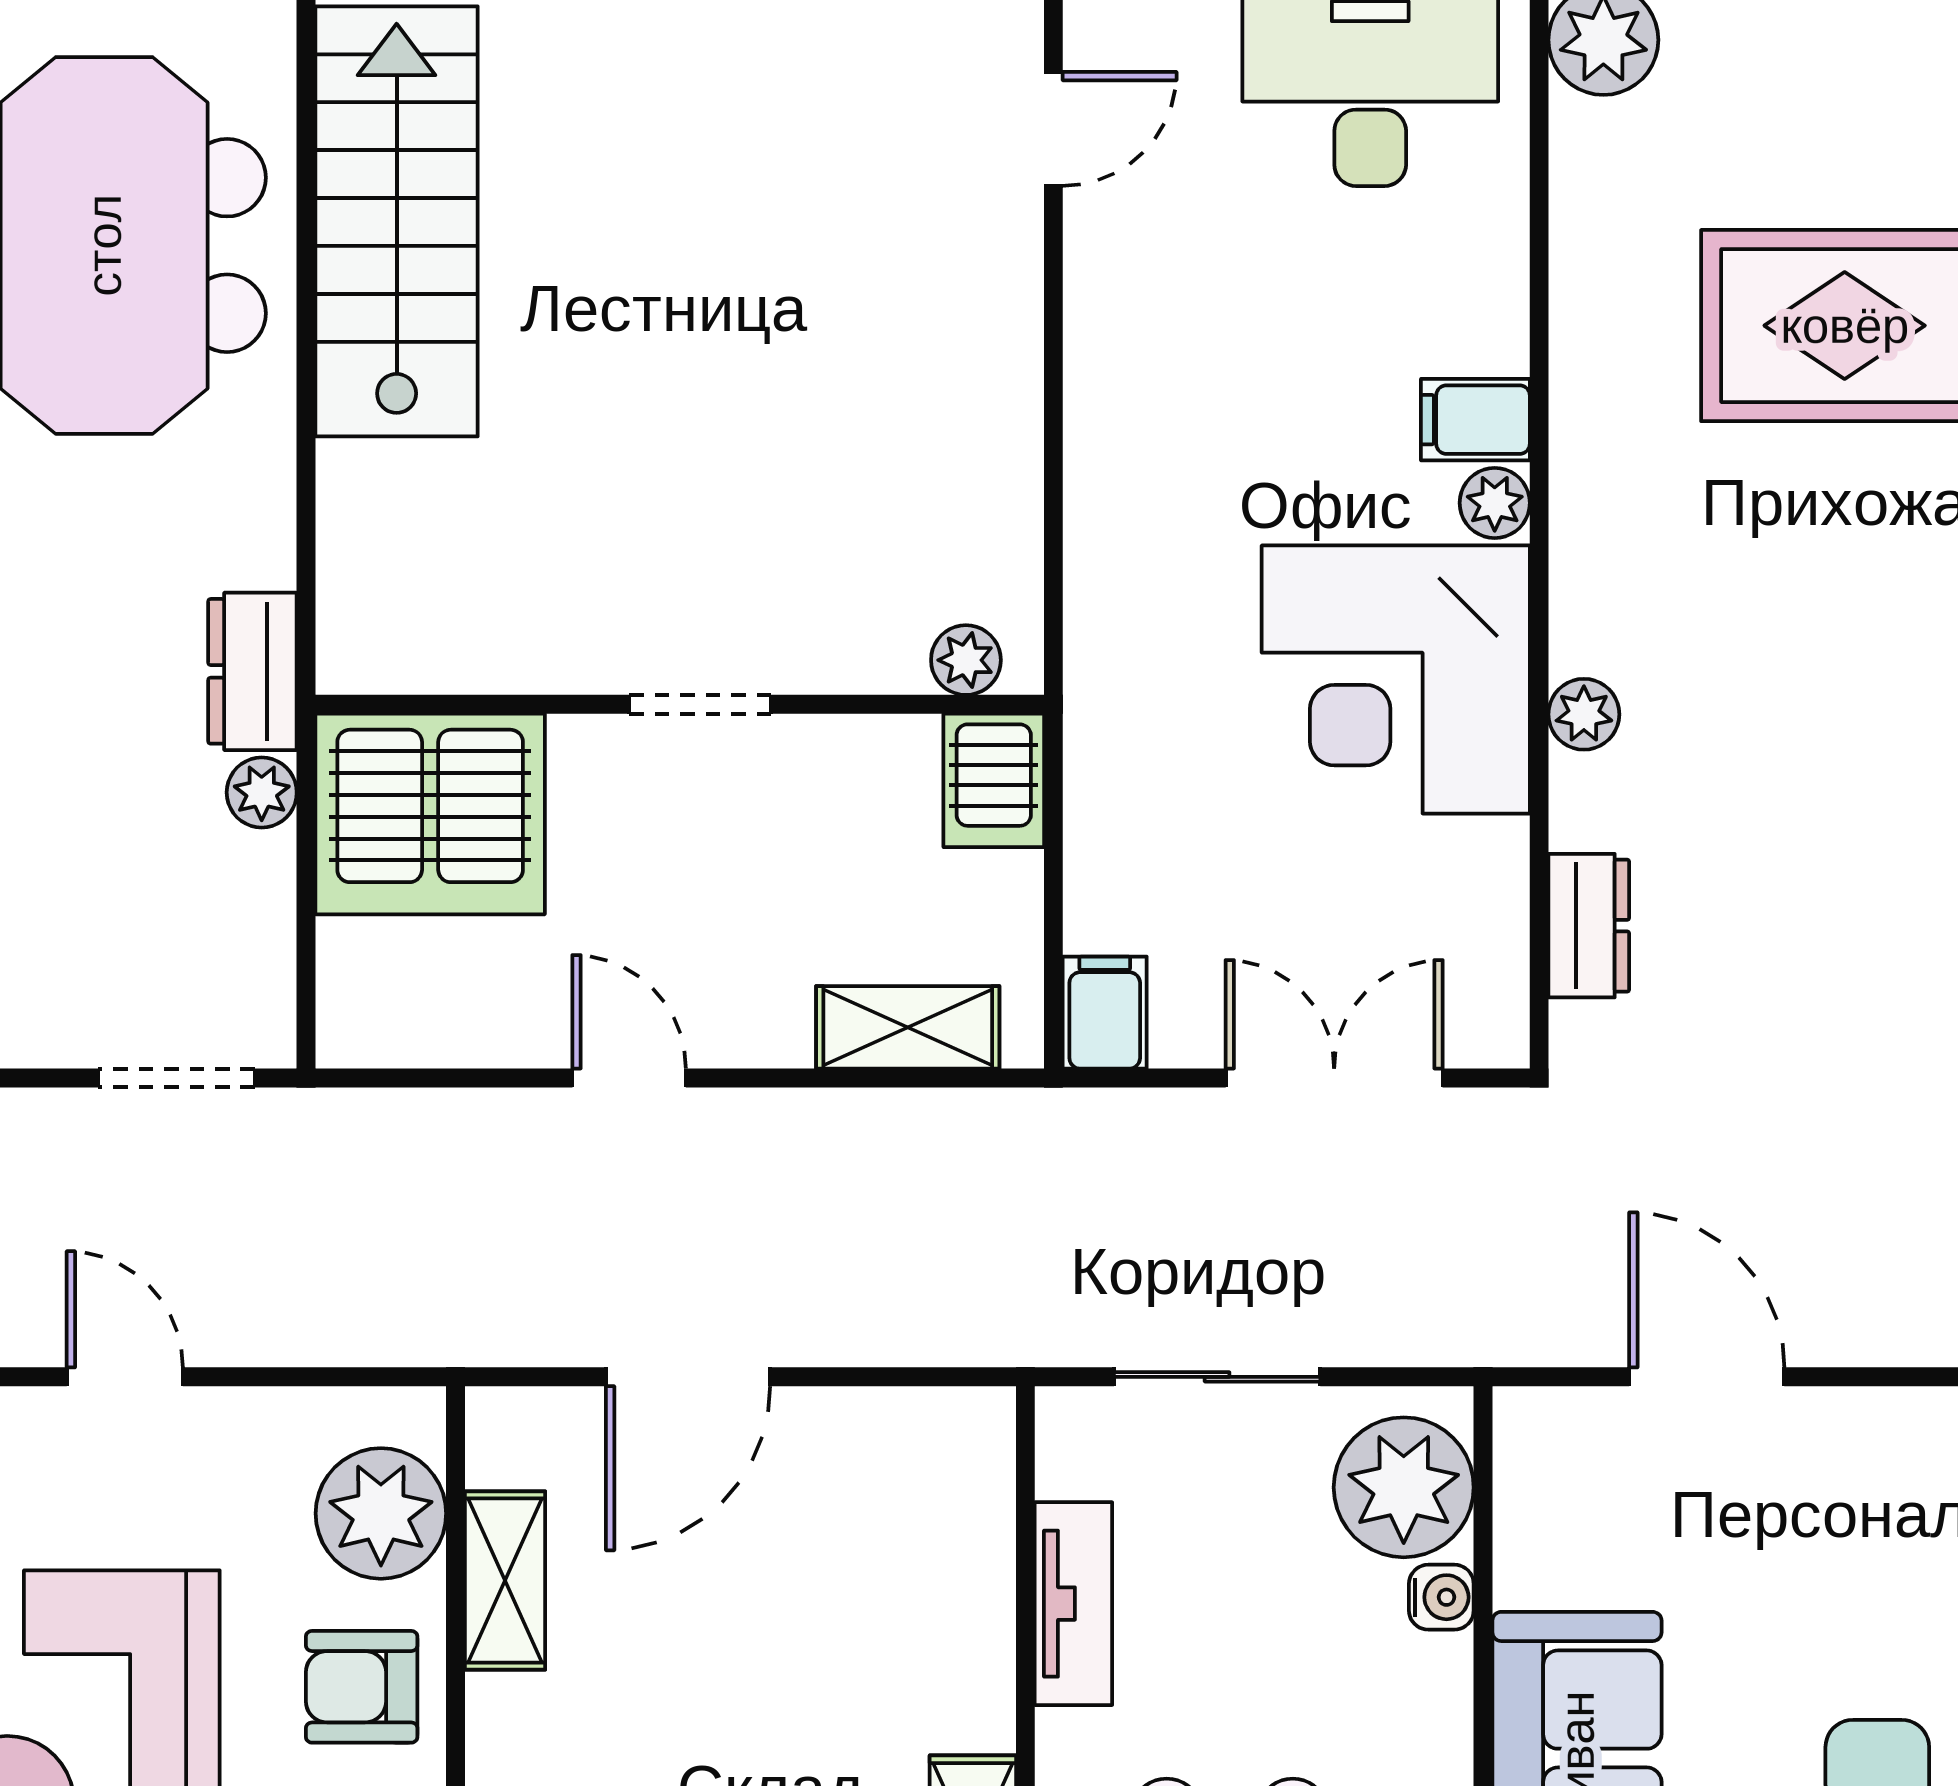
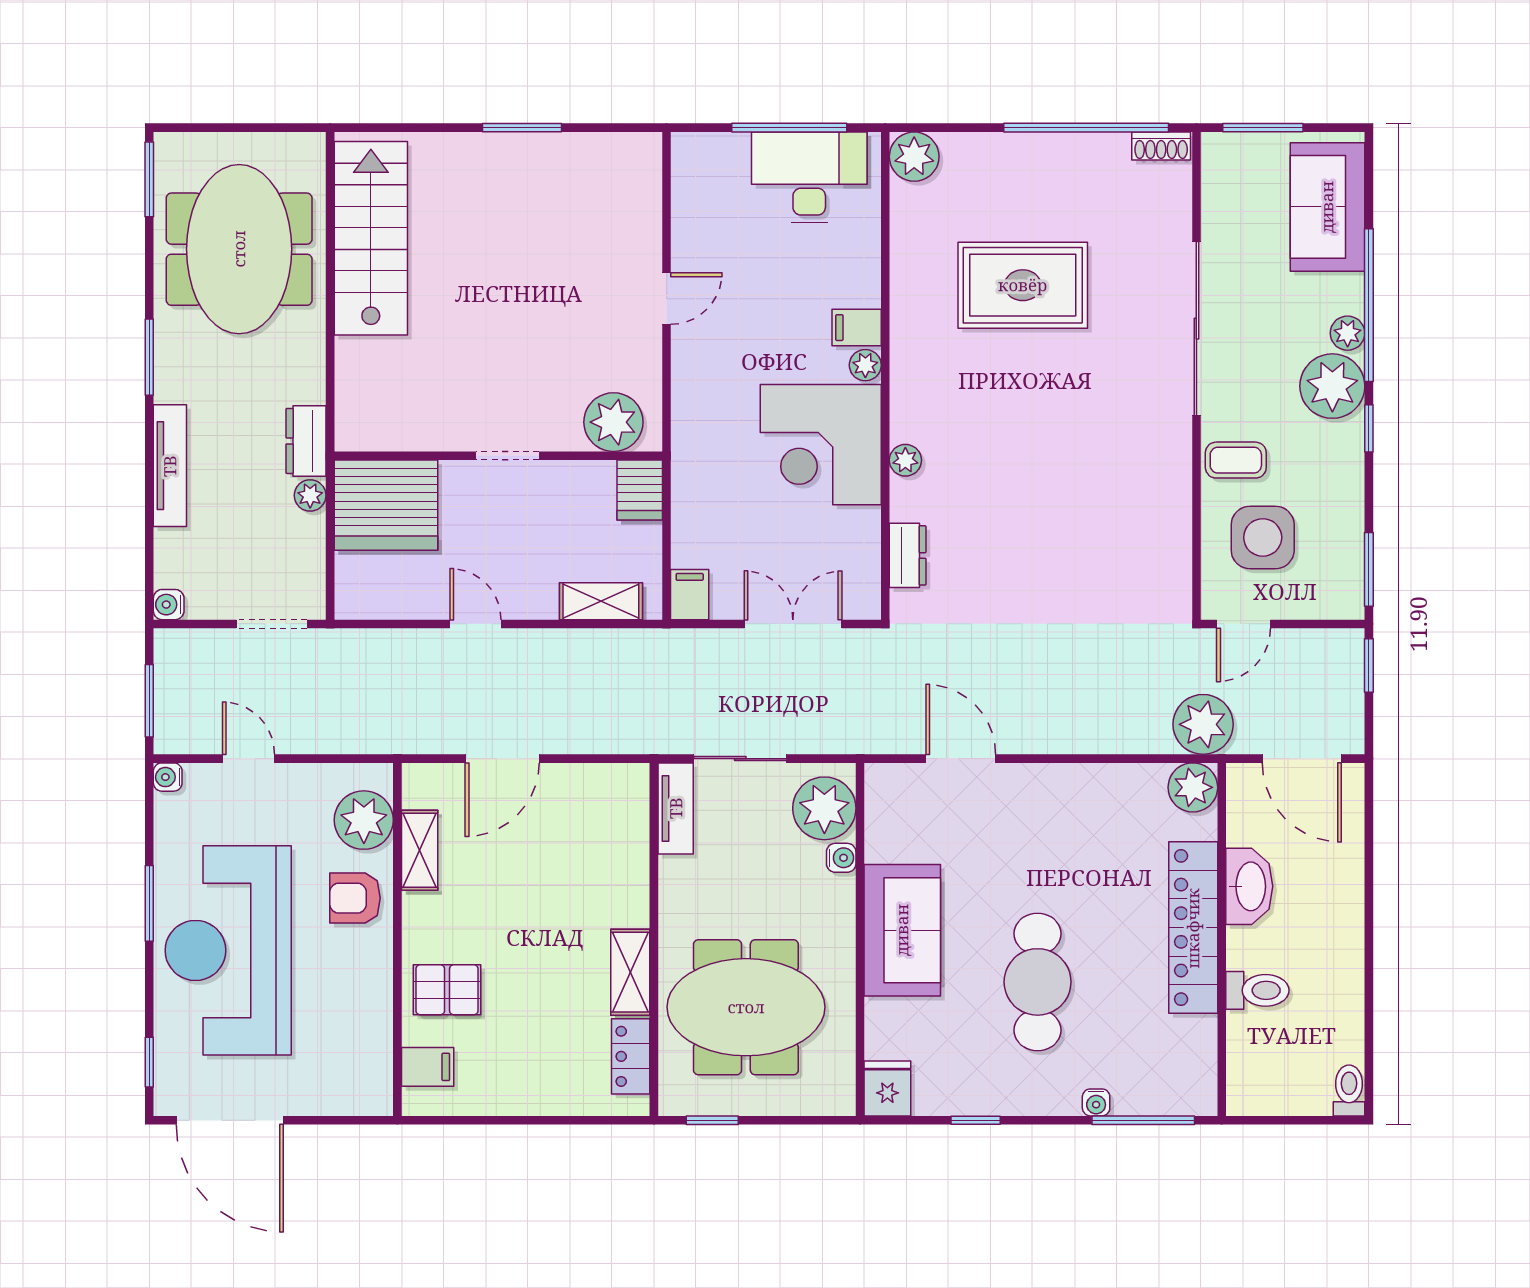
door: (1053, 129) -> (667, 299), moved
plant: (966, 660) -> (613, 422), width x1.87, depth x1.87
tv unit: (1073, 1604) -> (676, 808), moved

